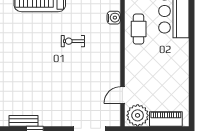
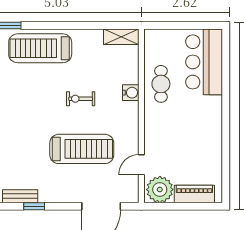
water cooler: (114, 18) -> (131, 93), moved
treadmill: (74, 82) -> (82, 149), added

